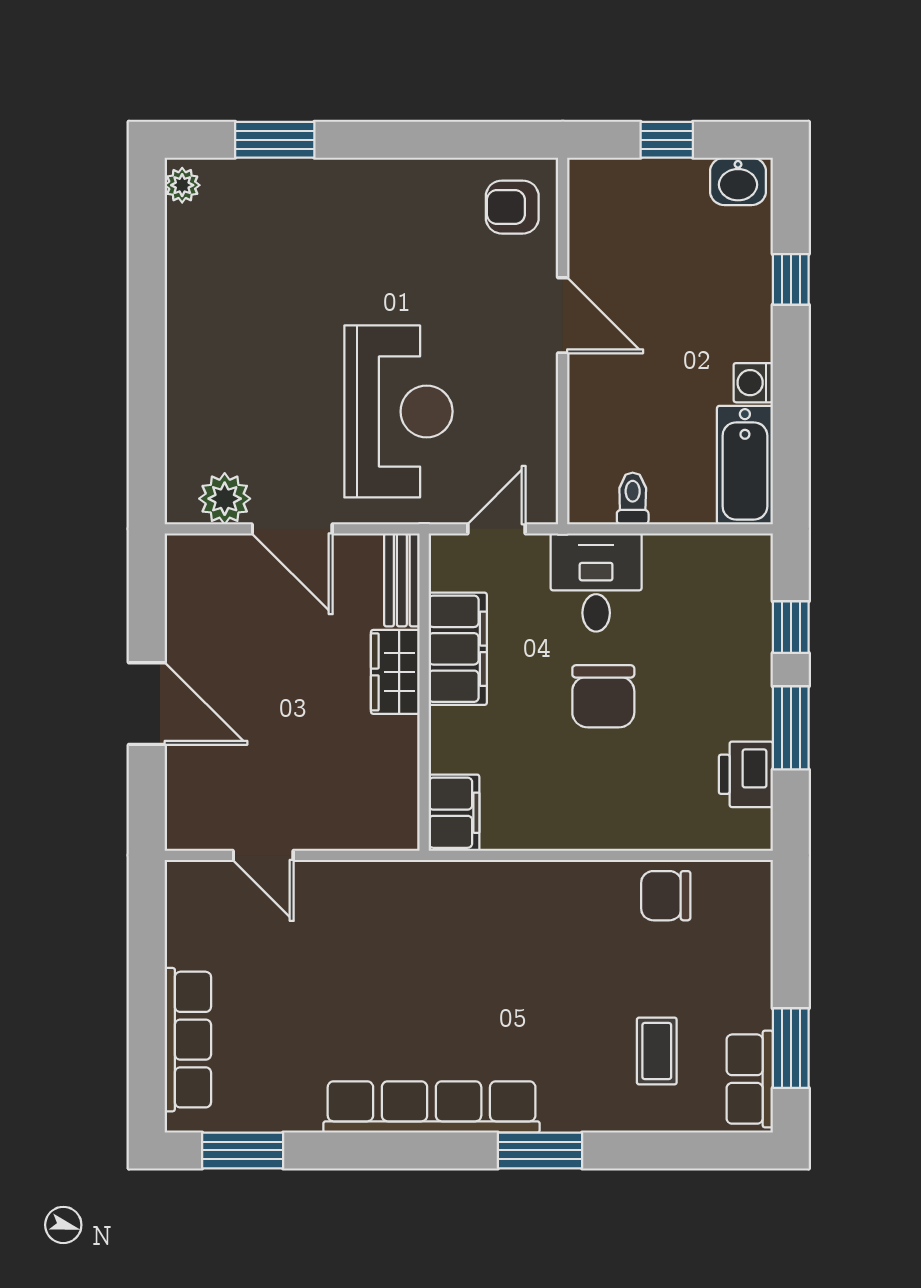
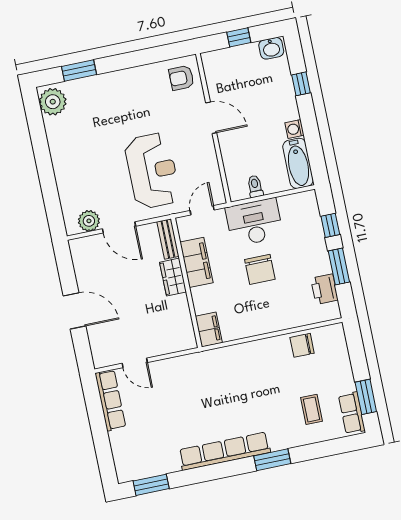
plant: (182, 185) -> (53, 102), width x1.88, depth x1.88
desk: (596, 582) -> (254, 222), width x1.37
row of seats: (188, 1040) -> (110, 400), moved

